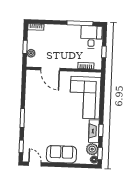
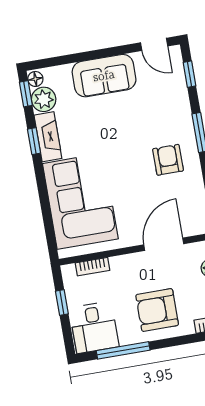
armchair: (60, 39) -> (157, 310), added
door: (50, 69) -> (164, 244), hinge flipped
armchair: (40, 108) -> (168, 160), added

